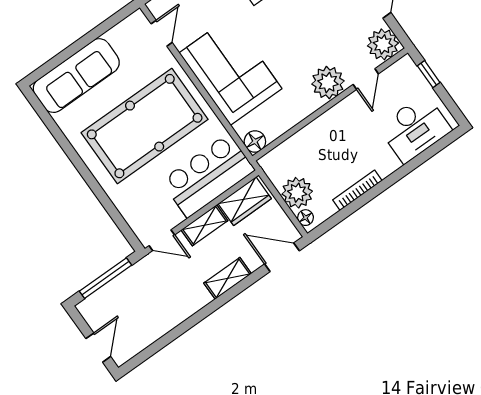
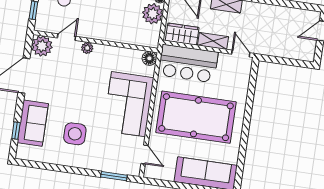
door: (162, 33) -> (144, 155), swing flipped
plant: (328, 83) -> (87, 48), width x0.53, depth x0.53
window: (105, 278) -> (286, 61), removed

